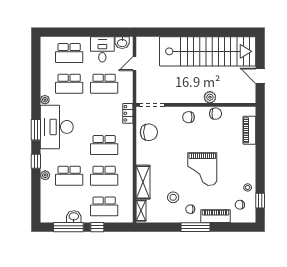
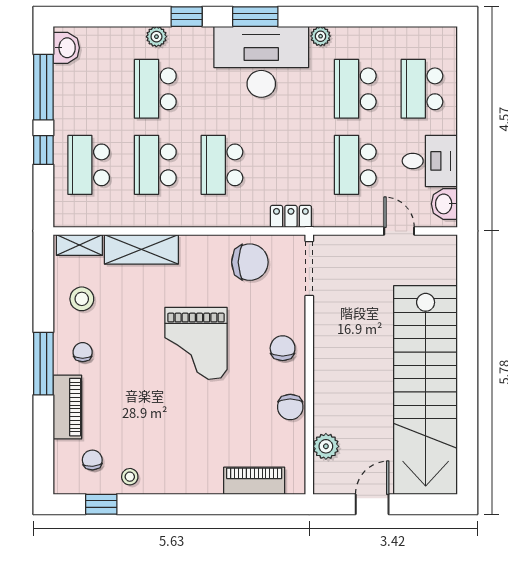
plant: (210, 97) -> (326, 446), moved
chair: (149, 132) -> (250, 262), turned -90
grand piano: (202, 169) -> (196, 343), moved, turned -90
stool: (173, 197) -> (82, 299), moved
washbasin: (74, 217) -> (66, 48), moved

